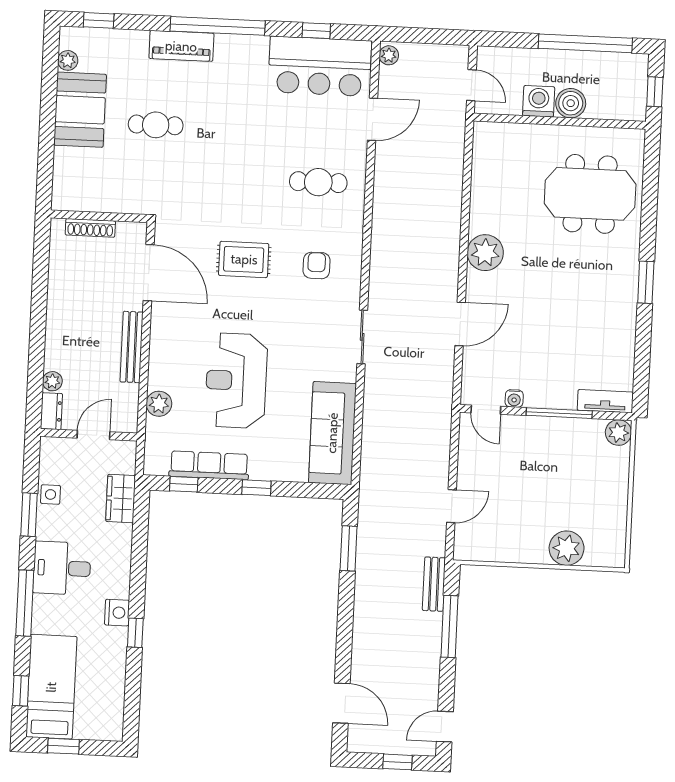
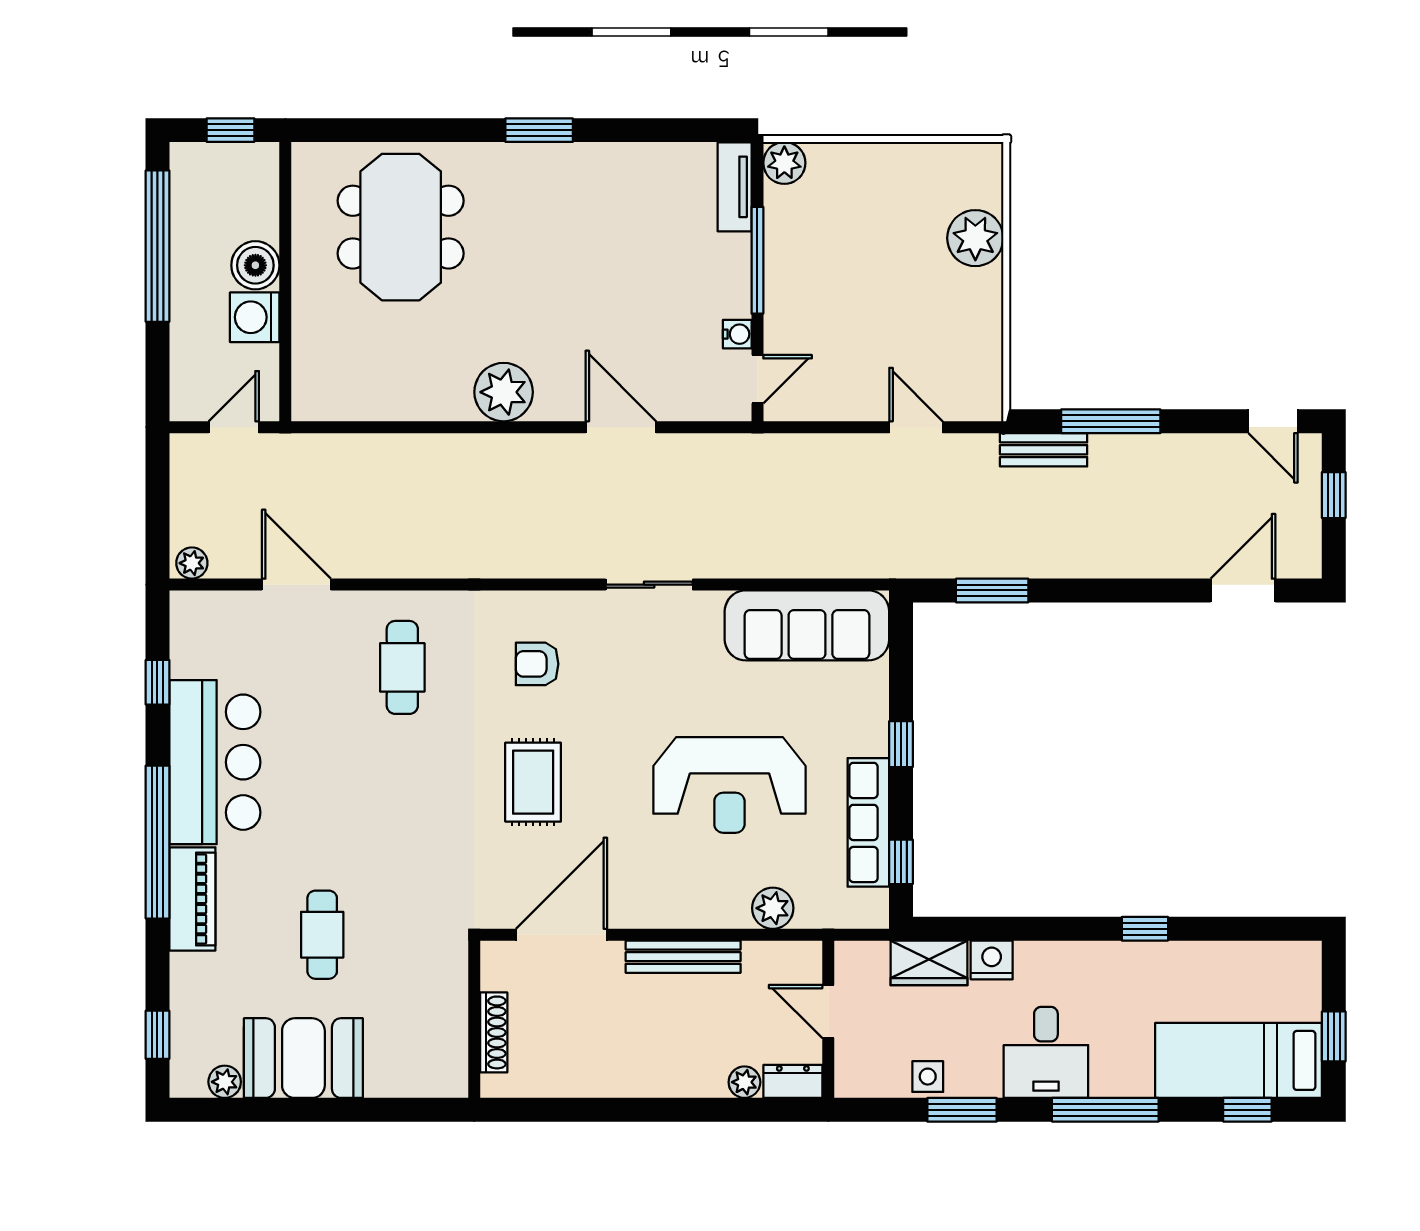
bar counter: (320, 66) -> (215, 762), moved
nightstand: (117, 613) -> (992, 960), moved

